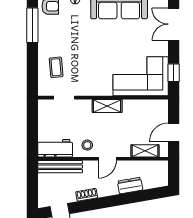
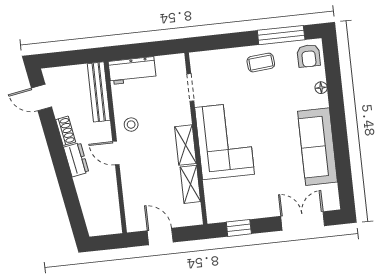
coffee table: (56, 67) -> (261, 63), moved
corner sofa: (141, 76) -> (225, 141), moved
workbench: (55, 148) -> (132, 71), moved, turned 90
shelving: (145, 151) -> (190, 184), moved
dresser: (130, 186) -> (76, 160), moved

